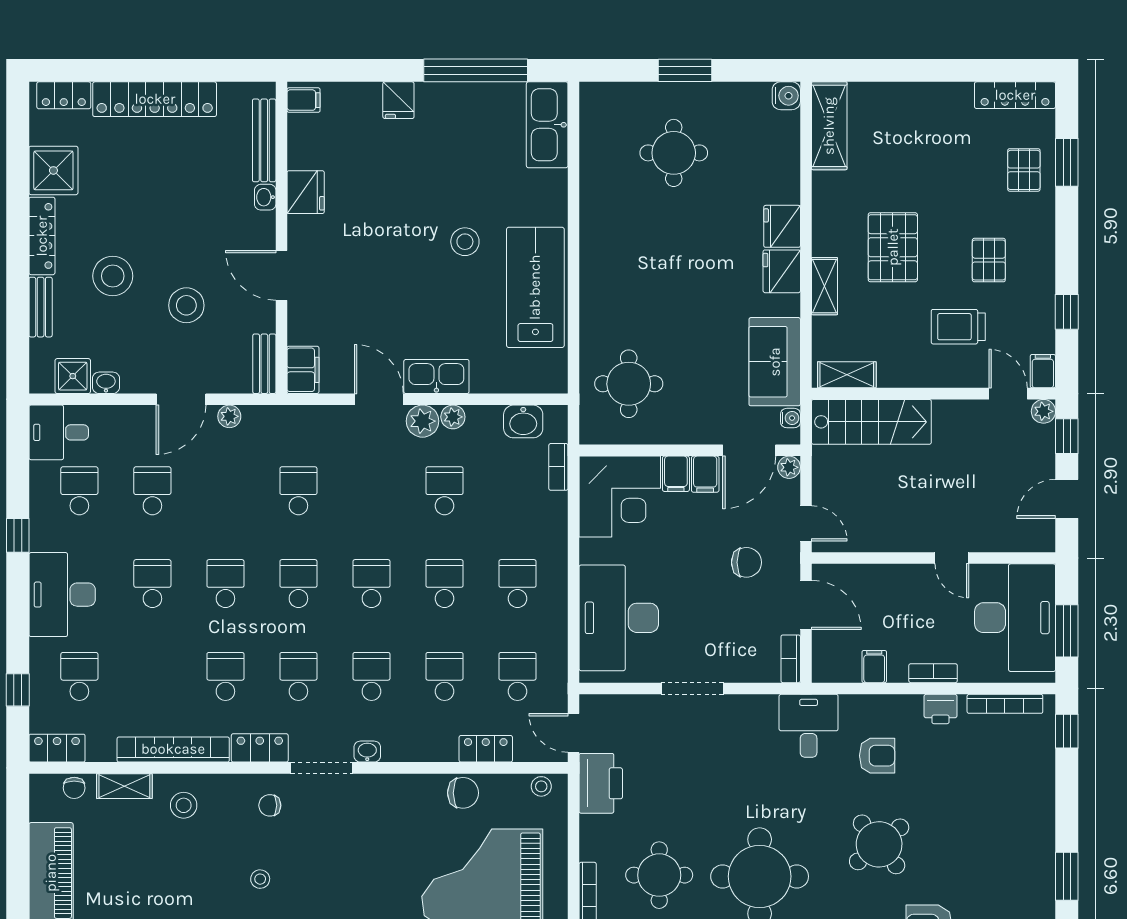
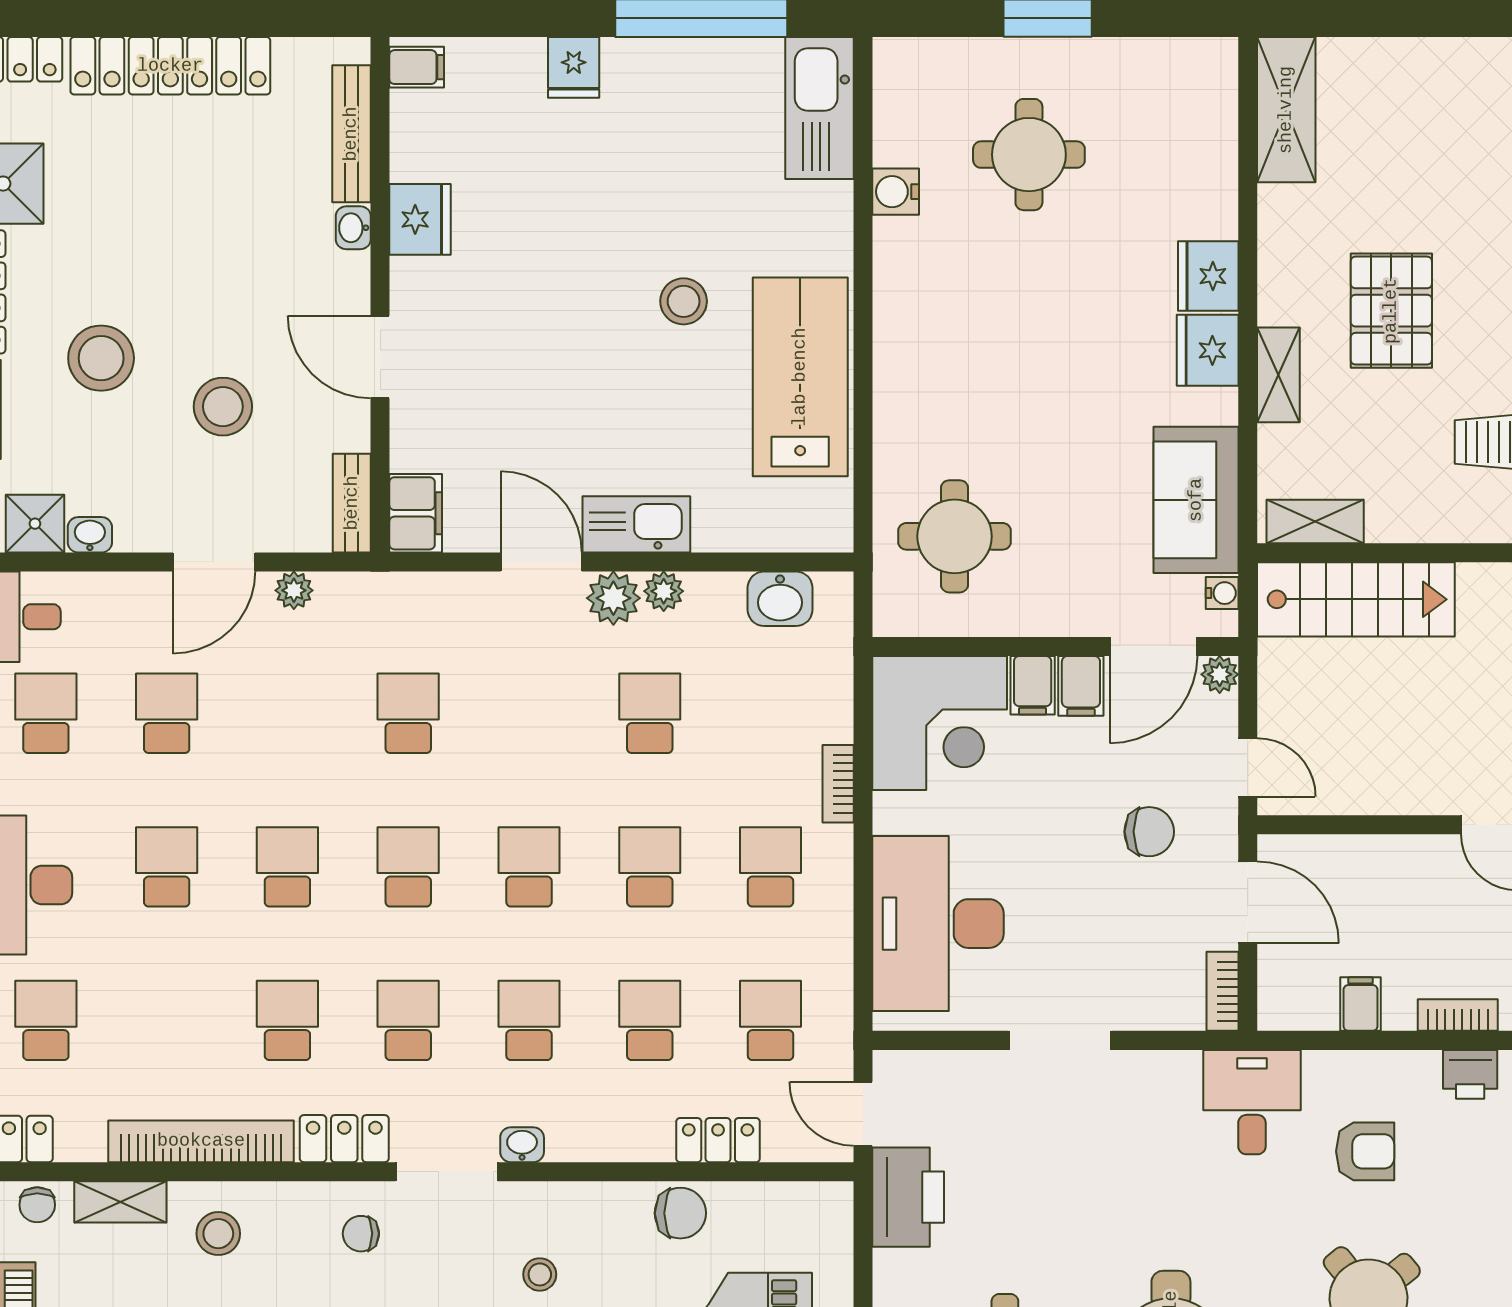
water cooler: (786, 96) -> (896, 192), moved, turned 180
bookcase: (558, 467) -> (838, 784), moved
stool: (541, 786) -> (540, 1274), moved

